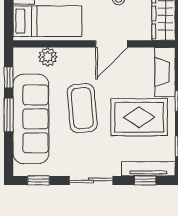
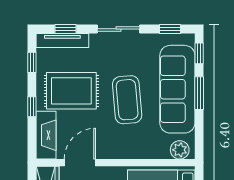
door: (112, 44) -> (80, 163), moved
plant: (48, 57) -> (180, 150), moved
window: (9, 77) -> (199, 53), moved

